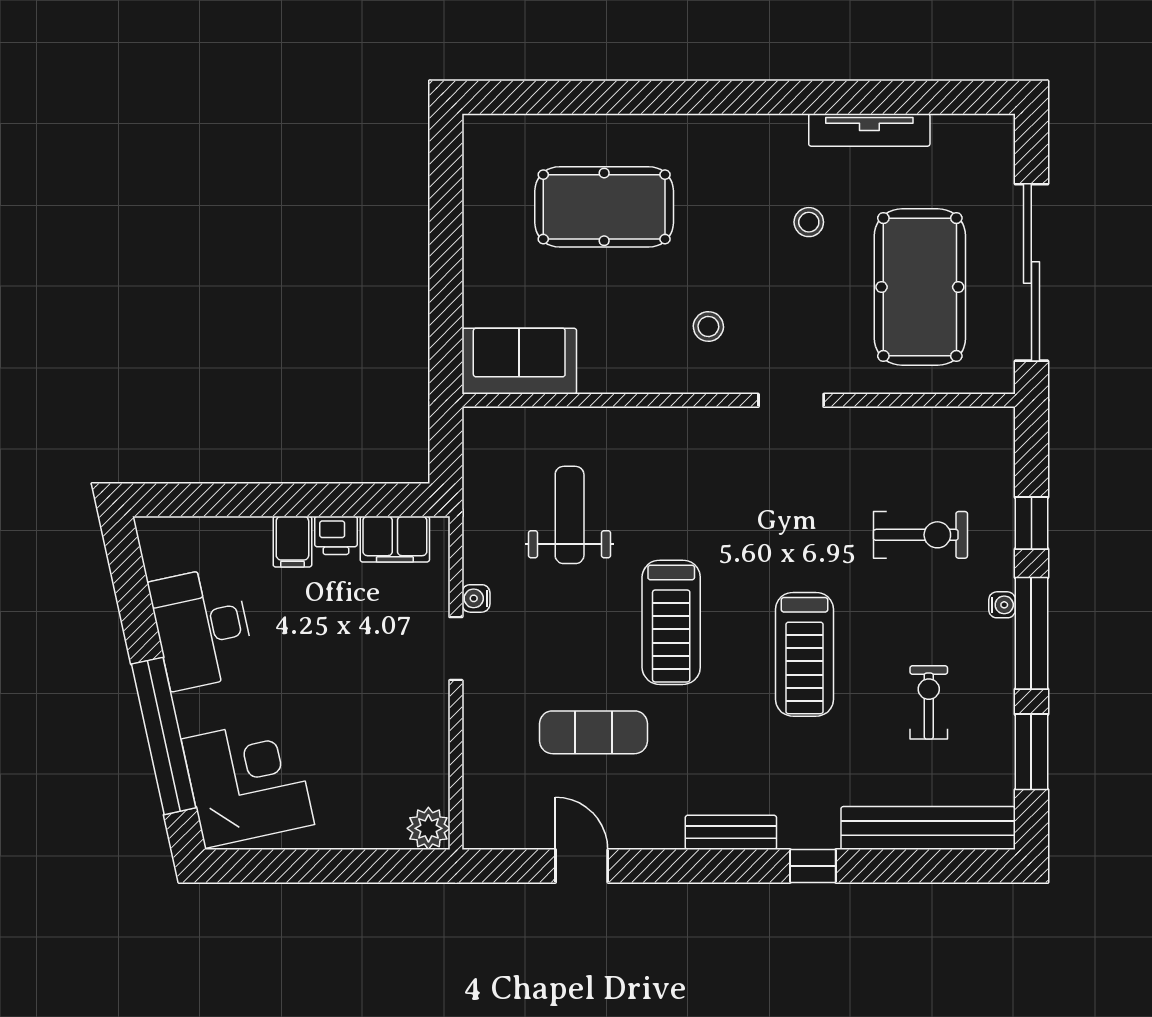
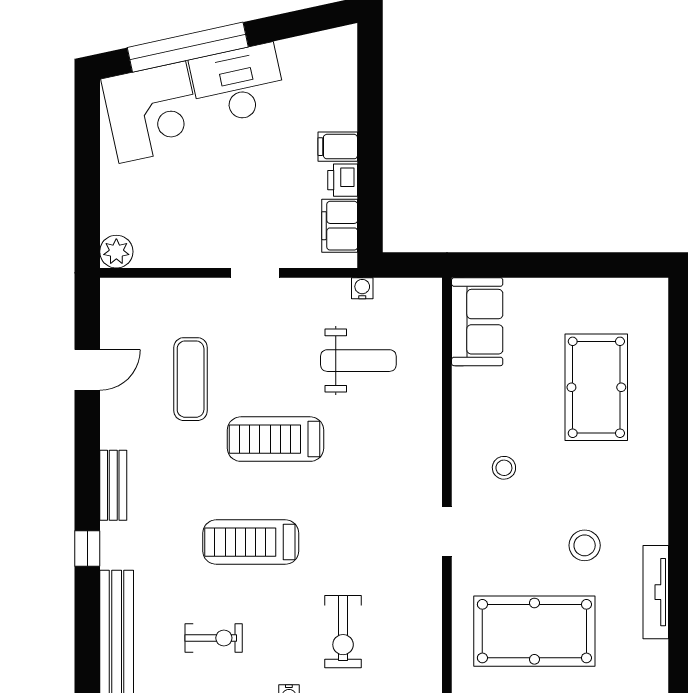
stool: (809, 222) -> (585, 545), width x1.37, depth x1.37
water cooler: (476, 598) -> (362, 288), moved
desk: (202, 628) -> (238, 84), moved

